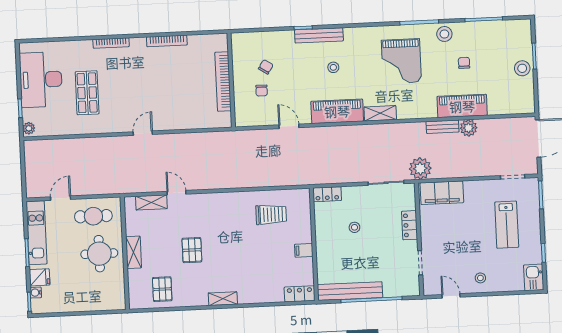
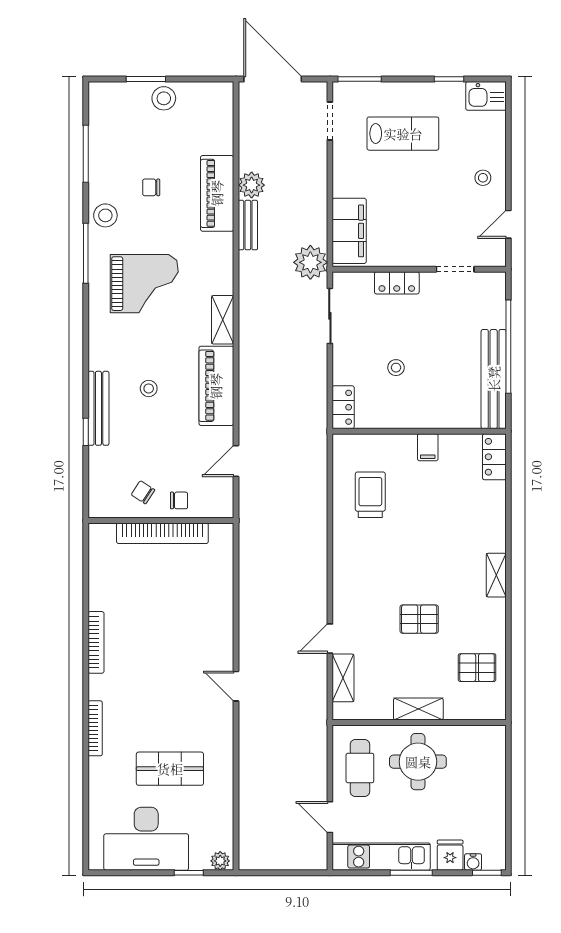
wall: (231, 80) -> (161, 520), moved
bookcase: (223, 82) -> (162, 533), moved

